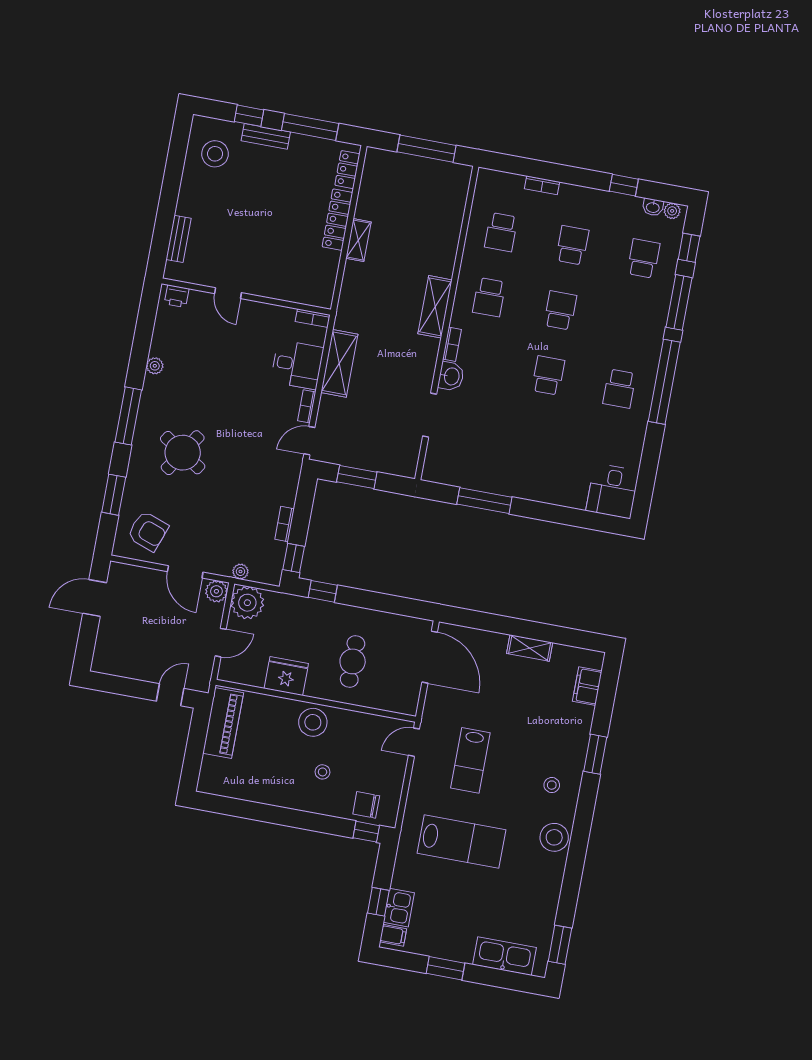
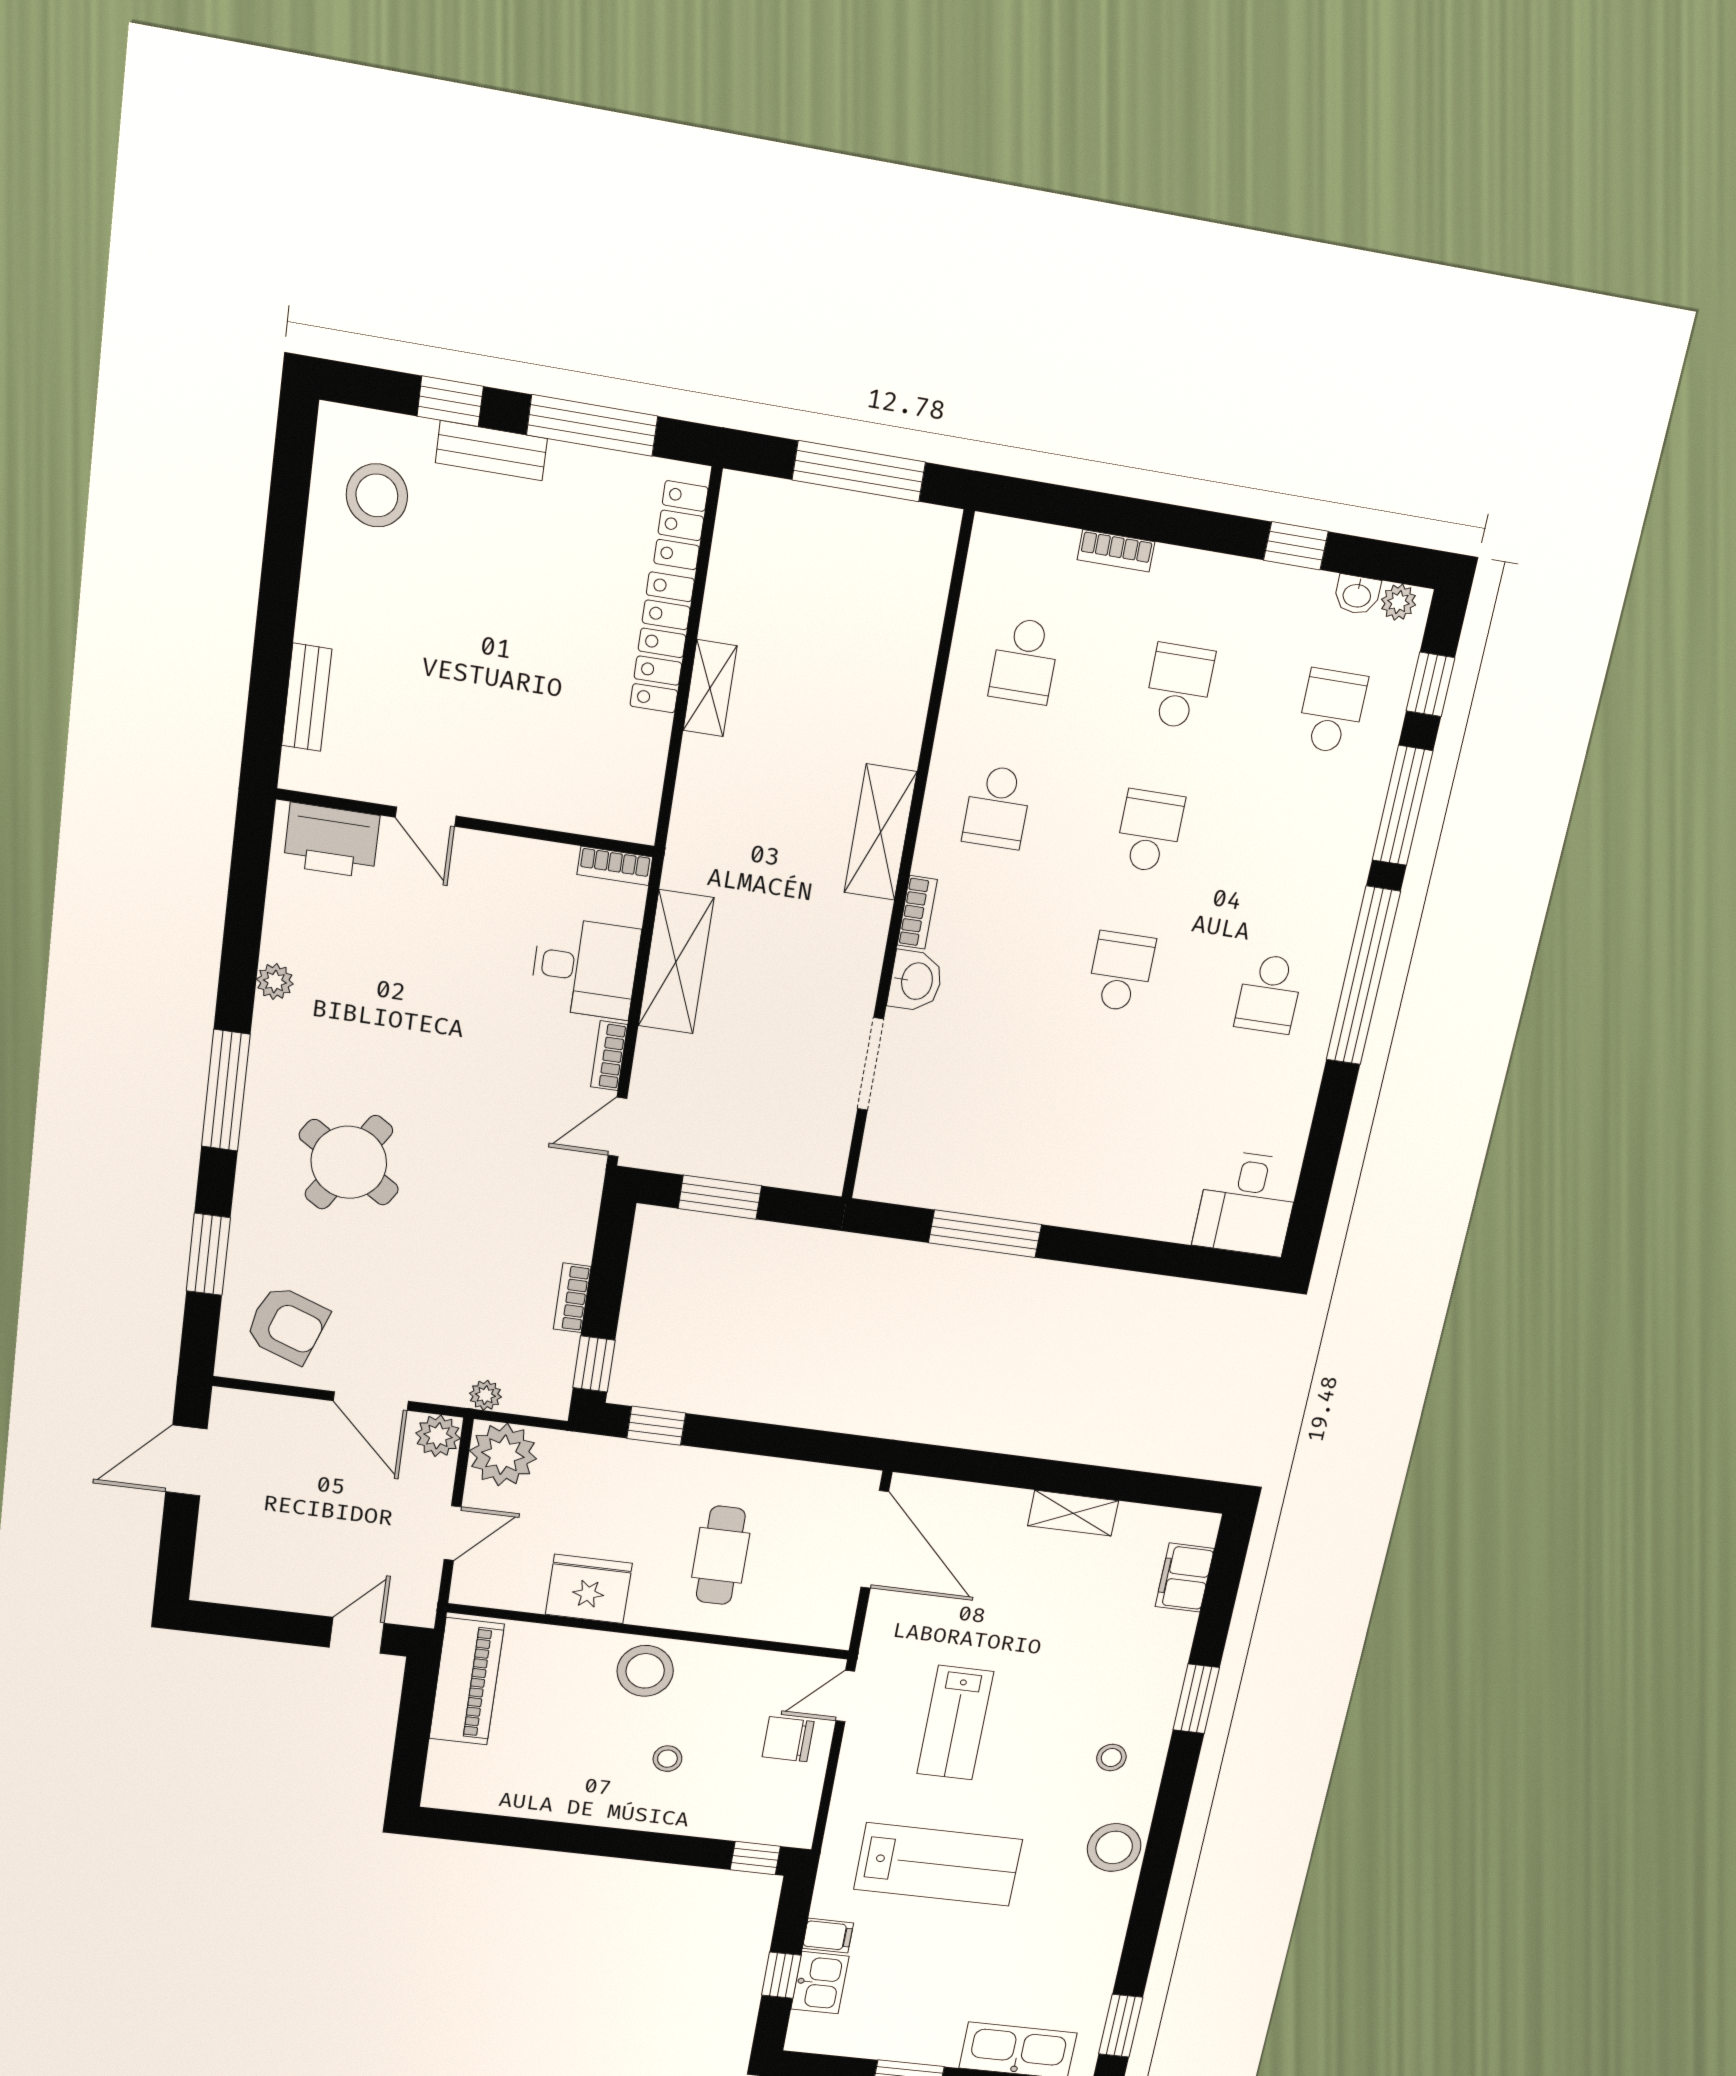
printer: (177, 296) -> (332, 841), width x1.87, depth x1.48
chair: (366, 805) -> (788, 1739), moved
filing cabinet: (393, 935) -> (828, 1936), moved

